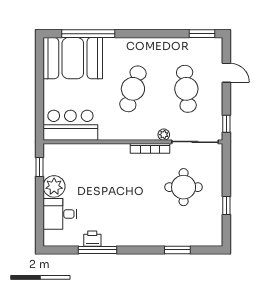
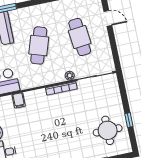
window: (226, 124) -> (116, 57), removed
filing cabinet: (94, 152) -> (19, 100), added
round table: (184, 187) -> (108, 130), moved

